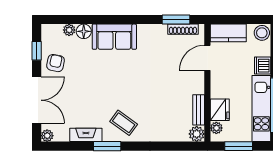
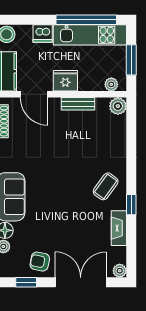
bench: (199, 110) -> (78, 104), moved
fridge: (220, 110) -> (65, 81), moved
window: (107, 146) -> (131, 205), width x0.67

